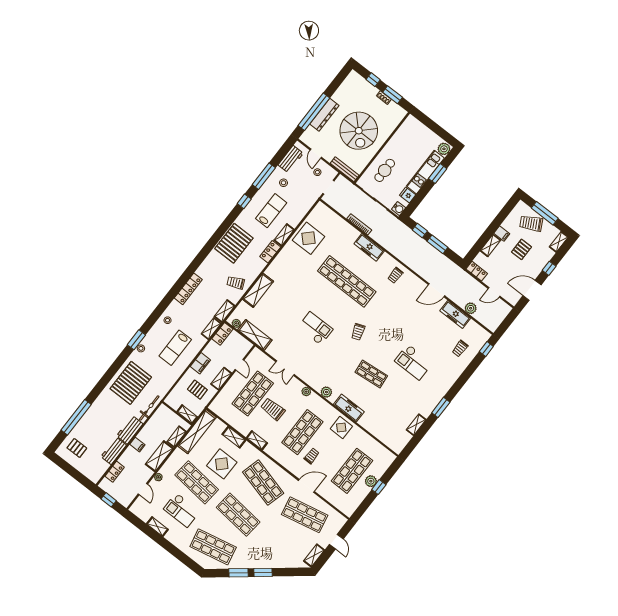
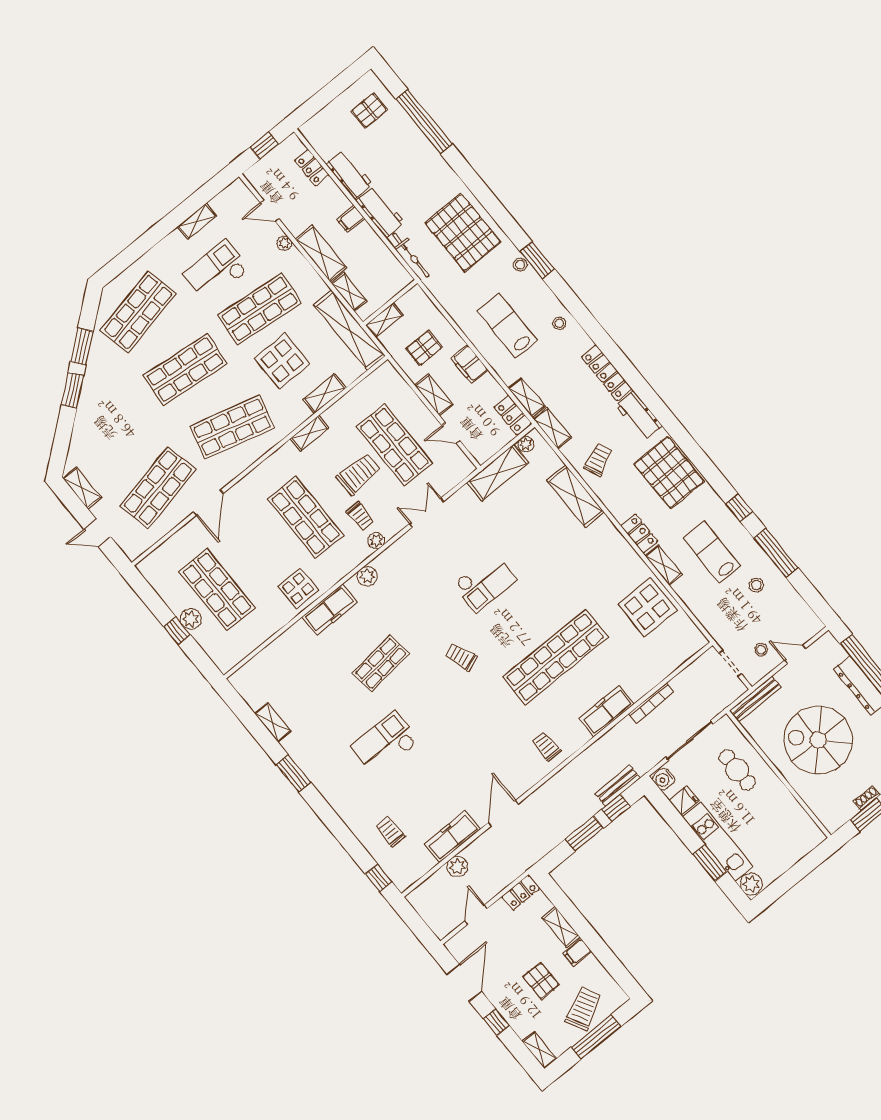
workbench: (291, 159) -> (639, 416), moved
lab bench: (271, 211) -> (712, 552), turned 180
bench: (408, 232) -> (618, 786), added
trolley: (312, 456) -> (360, 516), moved

